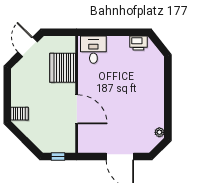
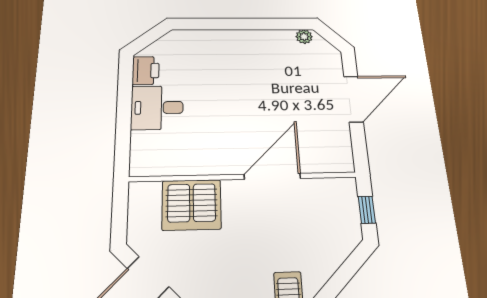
desk: (93, 50) -> (157, 108), moved

